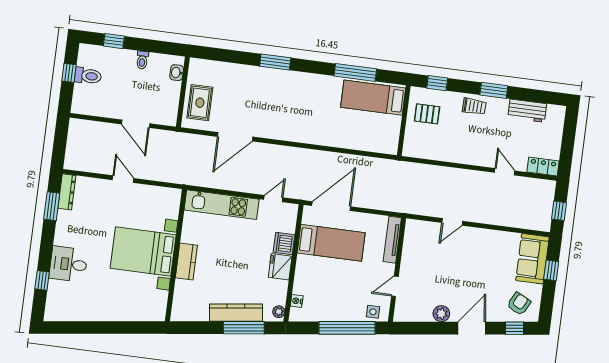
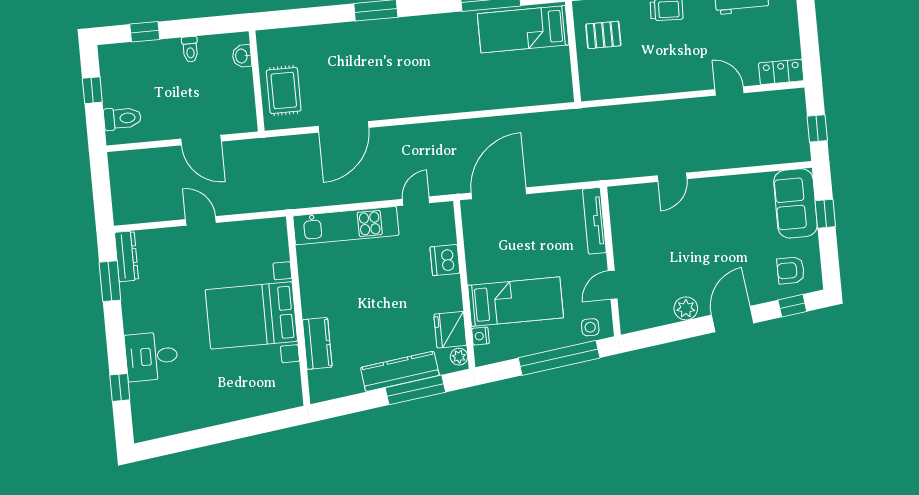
toilet: (88, 76) -> (122, 118), moved
bed: (331, 243) -> (516, 302), moved
kitchen counter: (186, 262) -> (317, 343), moved
fridge: (280, 267) -> (450, 330), moved
armchair: (519, 304) -> (791, 270), turned -117

